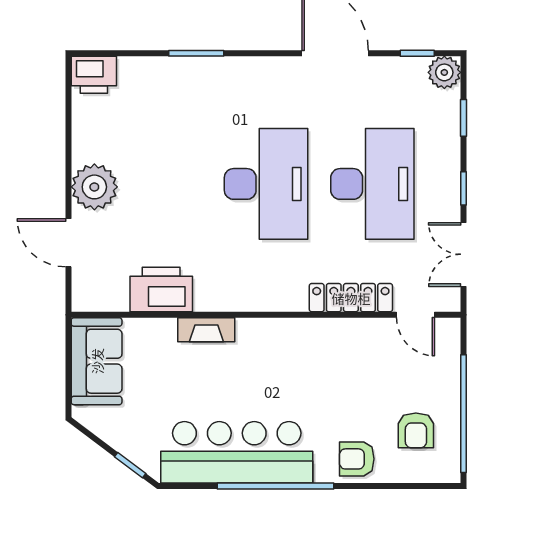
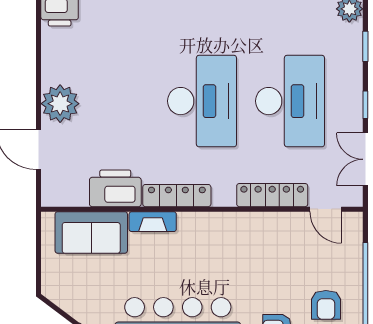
locker: (236, 298) -> (177, 196), added
sofa: (97, 361) -> (91, 232), moved, turned 90

